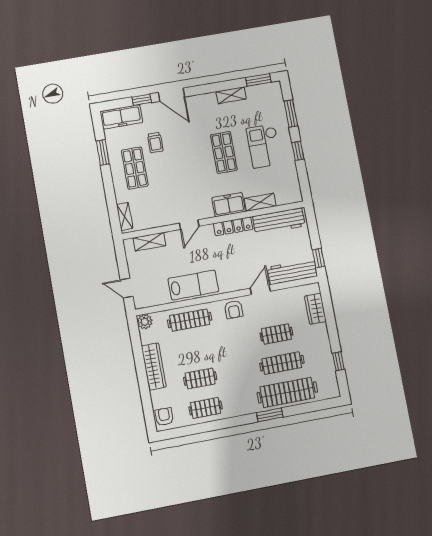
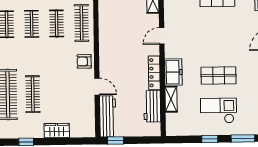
trolley: (155, 143) -> (236, 19), removed
workbench: (279, 221) -> (152, 106), width x0.73
door: (189, 225) -> (162, 36), hinge flipped
lab bench: (193, 285) -> (110, 31), removed
wardrobe: (315, 309) -> (57, 130), moved
clothes rail: (276, 334) -> (57, 23), moved

